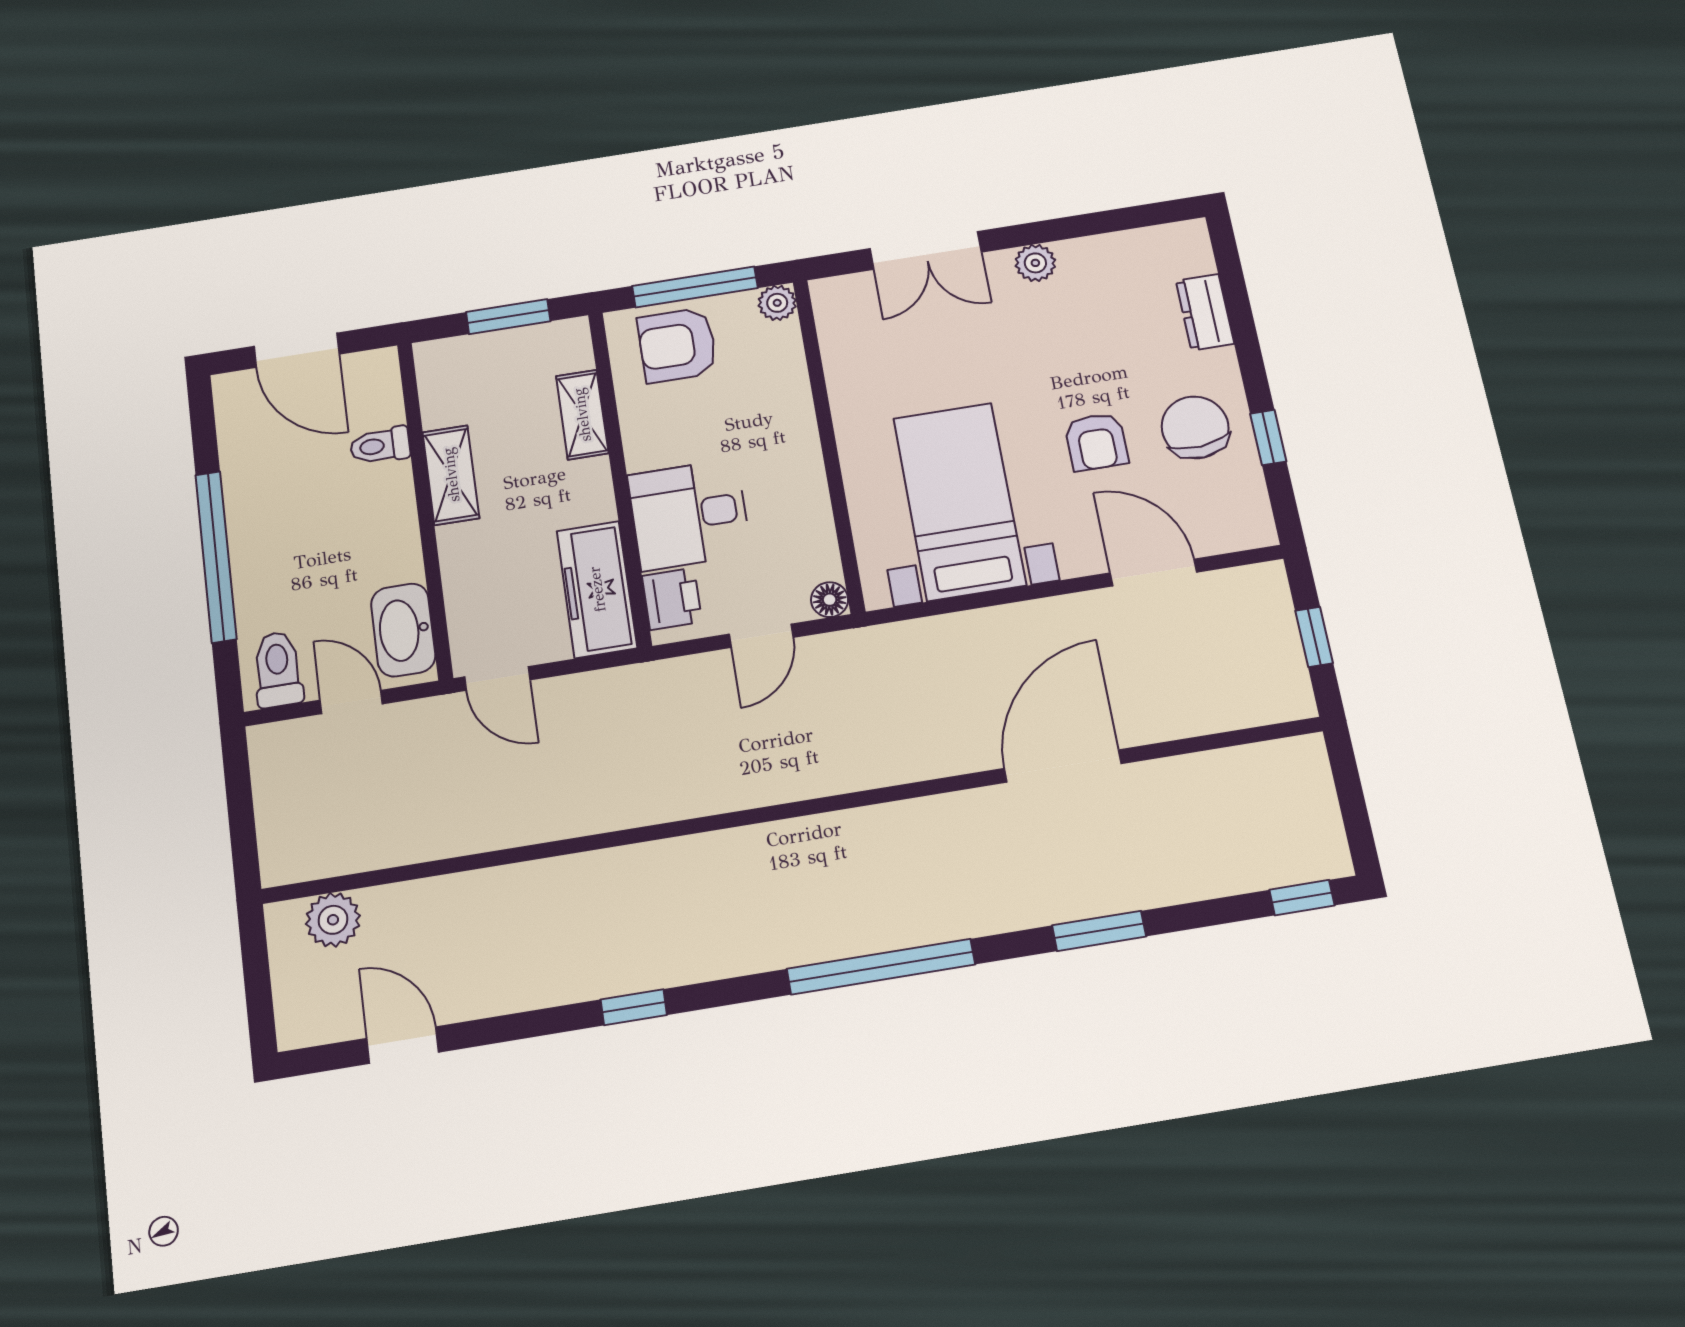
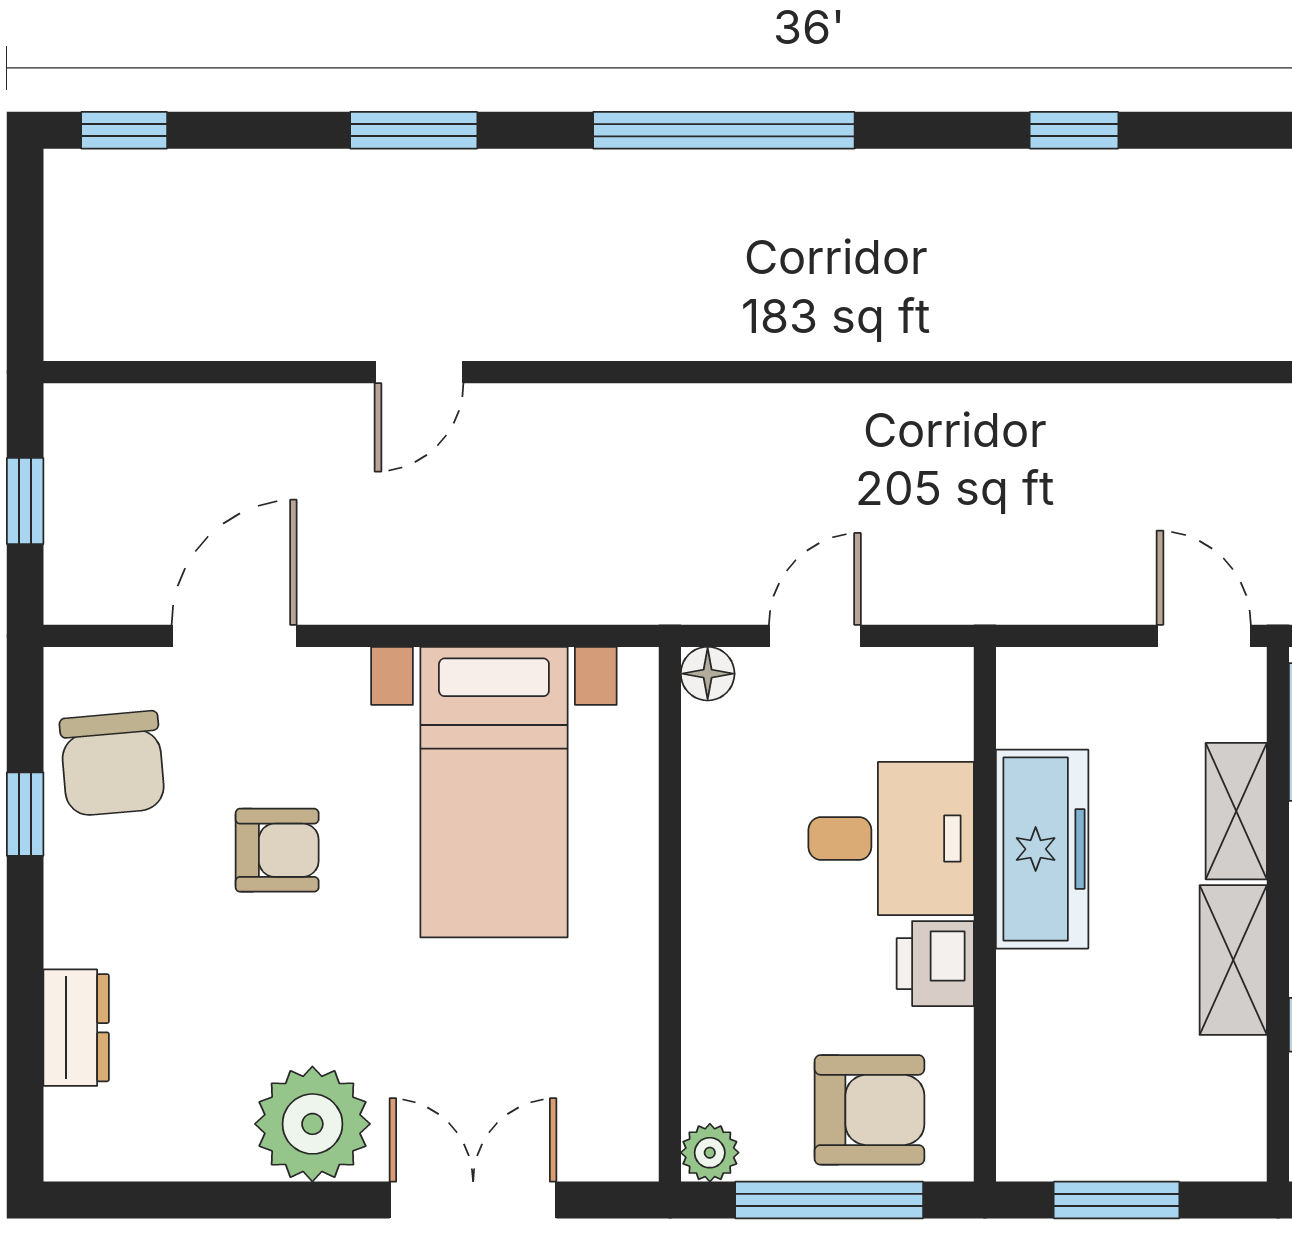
plant: (1035, 263) -> (312, 1124), width x1.87, depth x1.87
shelving: (582, 415) -> (1236, 811), moved
chair: (1195, 427) -> (112, 764), moved
armchair: (1096, 442) -> (277, 850), turned 90
door: (1153, 572) -> (234, 636), swing flipped
freezer: (597, 589) -> (1042, 849), moved
printer: (672, 599) -> (935, 964), moved
door: (1063, 766) -> (419, 372), width x0.53

